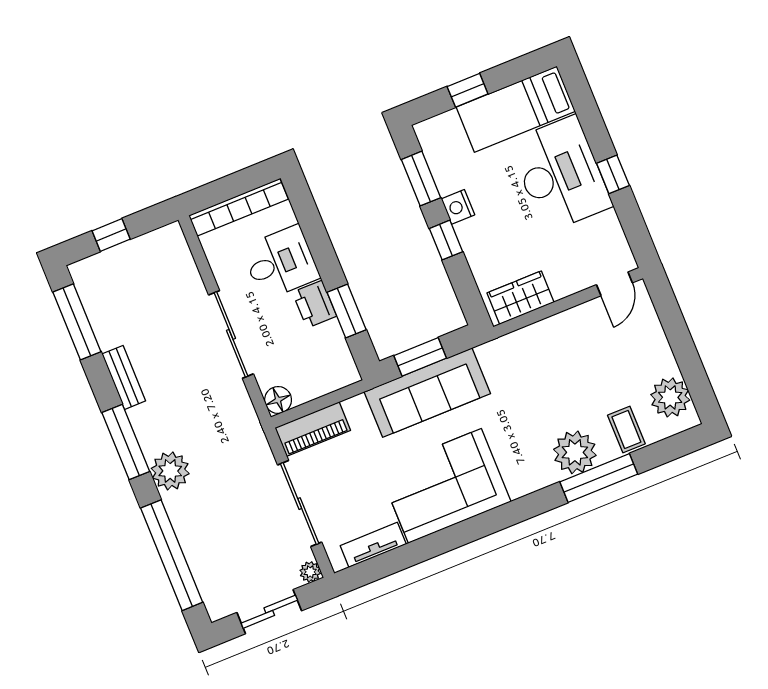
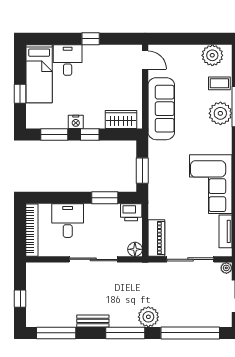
desk: (560, 174) -> (68, 60), width x0.53, depth x0.77
wardrobe: (520, 298) -> (121, 119), moved, turned 90
printer: (315, 304) -> (131, 212), moved
sofa: (427, 393) -> (161, 109), moved

